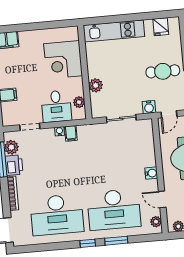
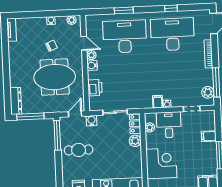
locker: (97, 106) -> (135, 124), added
printer: (14, 165) -> (95, 88), moved, turned 180
plant: (156, 222) -> (91, 55), moved
window: (88, 243) -> (171, 8), moved

